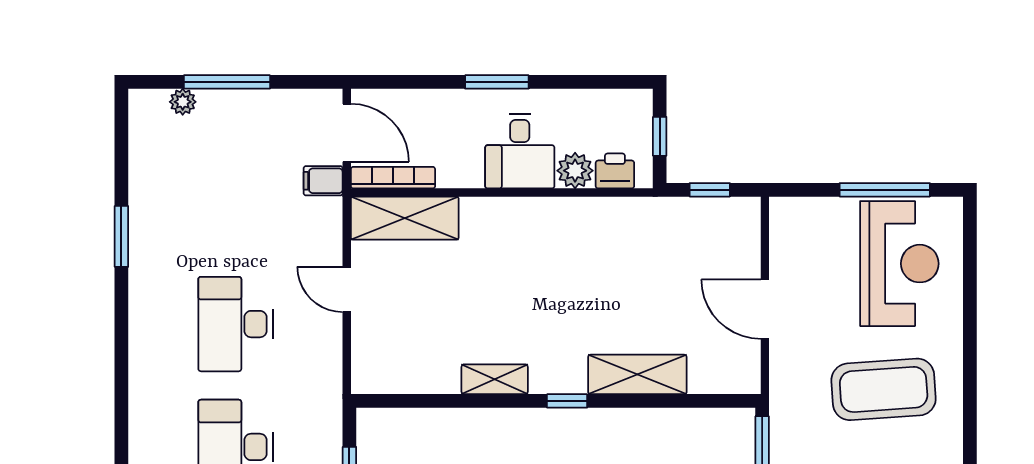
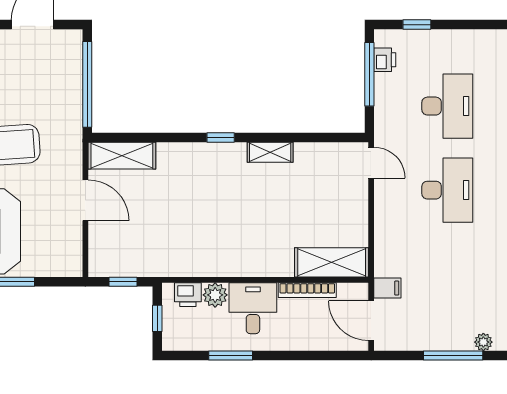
window: (497, 82) -> (231, 356), moved
bookcase: (393, 178) -> (307, 290), moved
door: (347, 289) -> (371, 163), moved
shelving: (637, 374) -> (122, 156), moved

